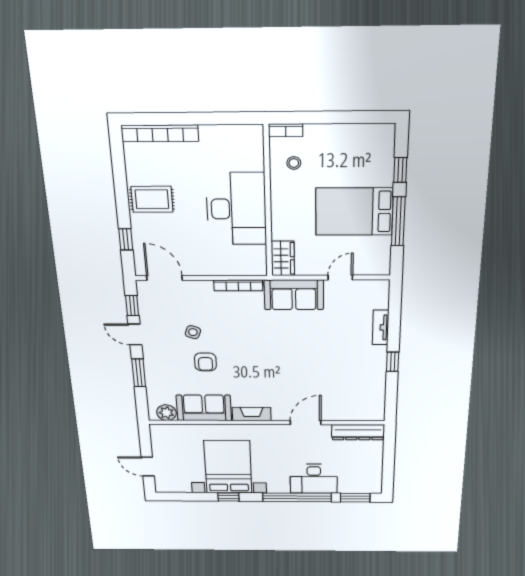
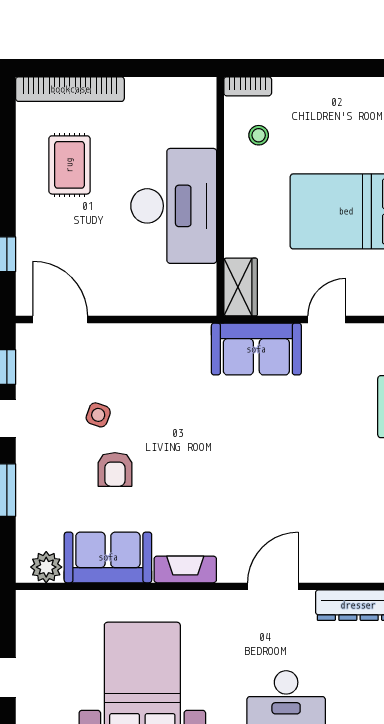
rug: (152, 199) -> (69, 165), moved, turned 90
bookcase: (238, 285) -> (172, 333), removed

